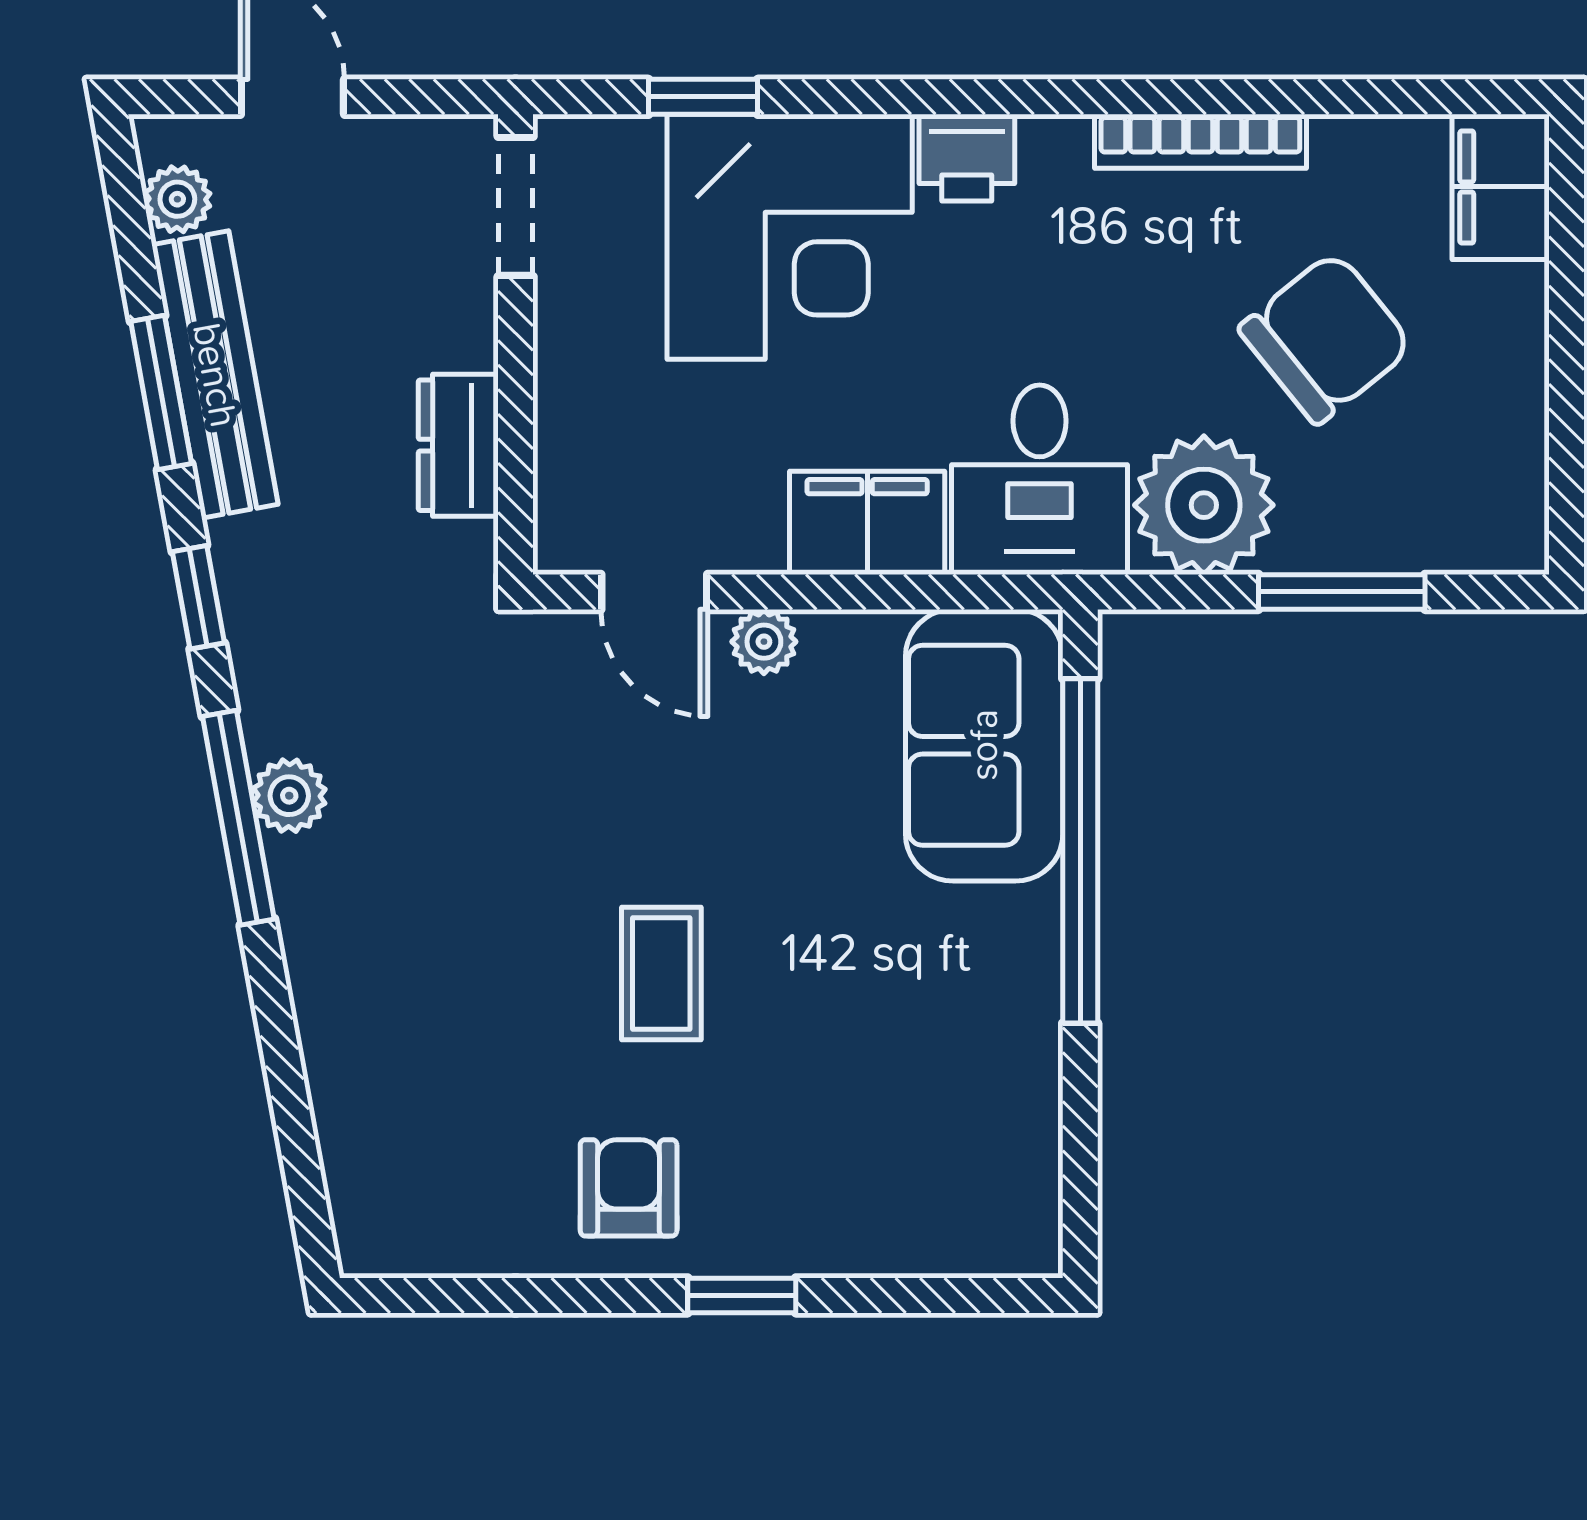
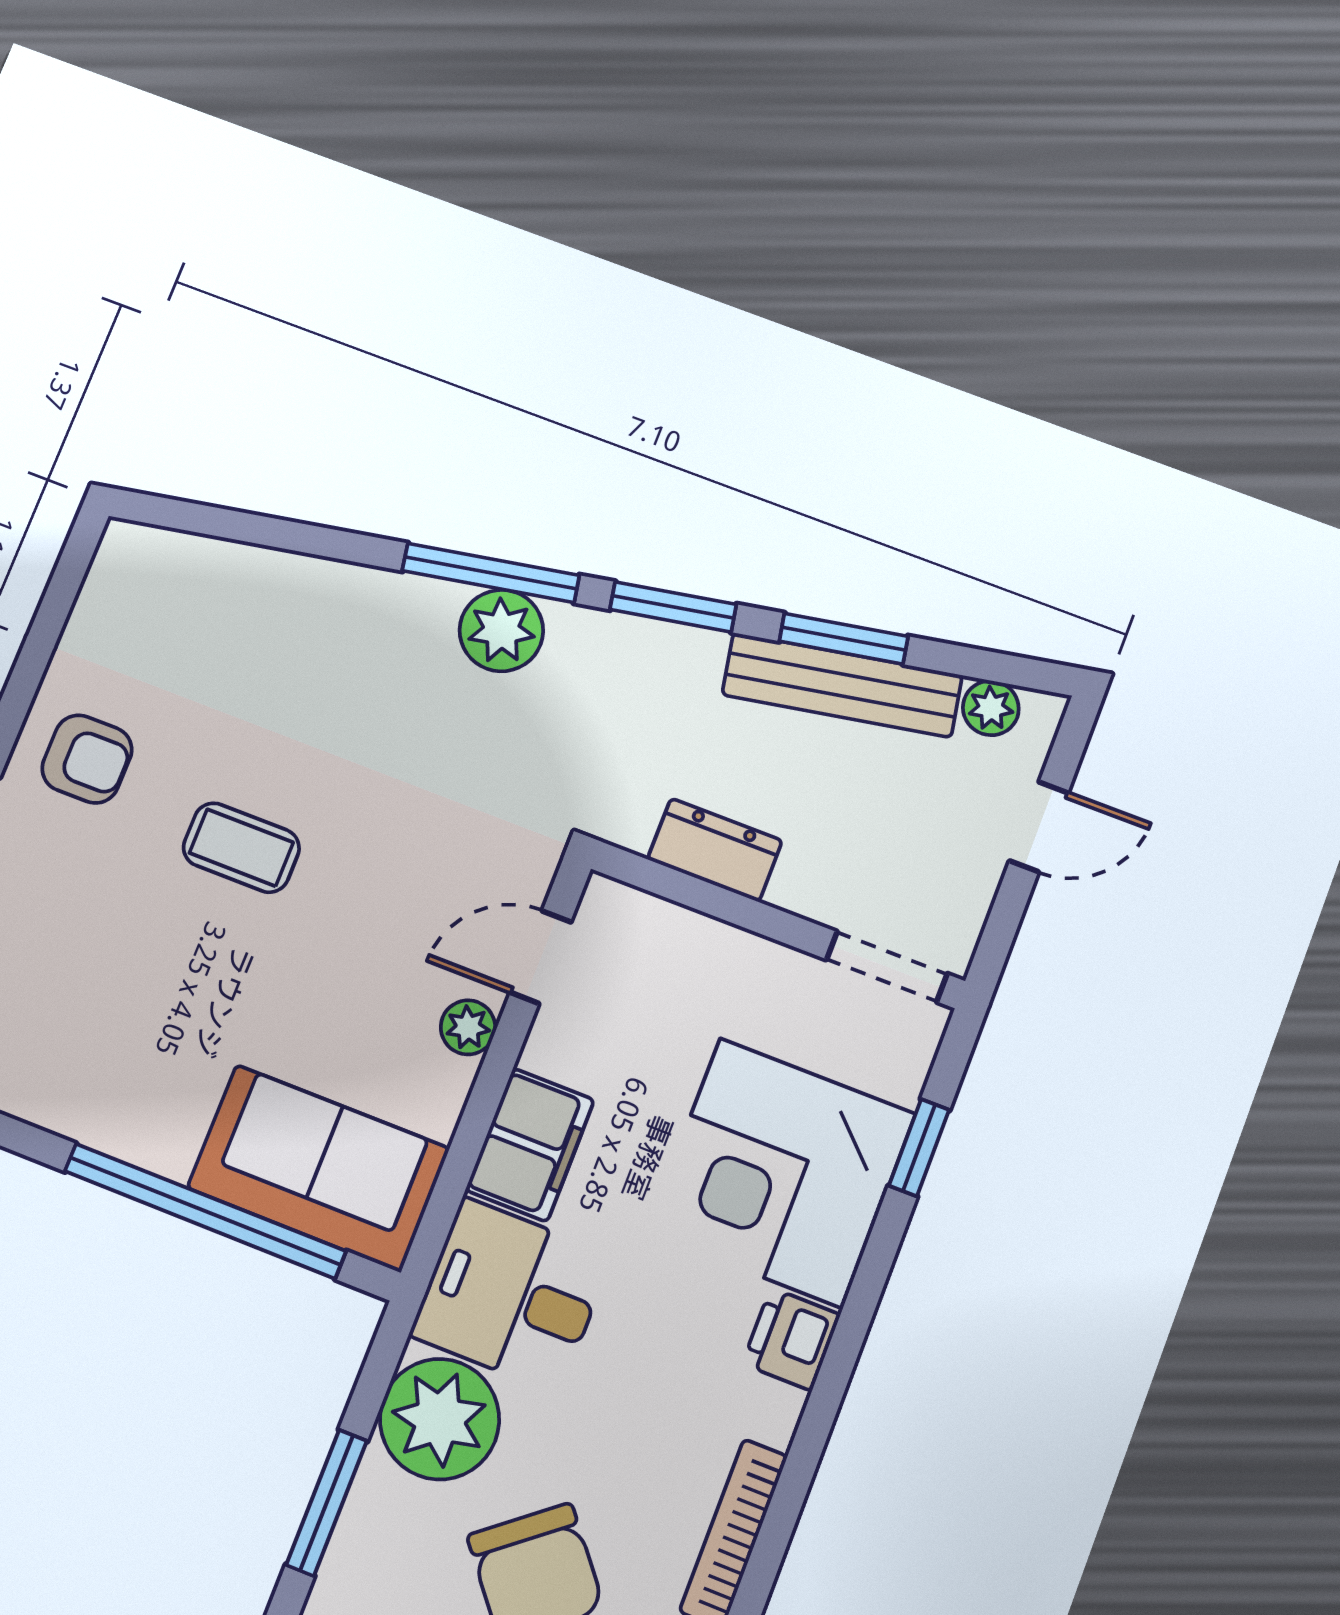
window: (198, 597) -> (673, 607), width x1.50
plant: (289, 796) -> (501, 631), width x1.38, depth x1.38

